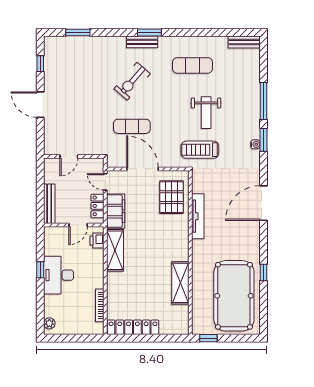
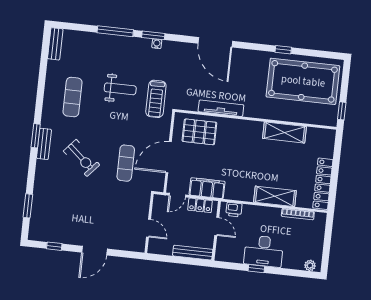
shelving: (115, 250) -> (275, 196), moved

